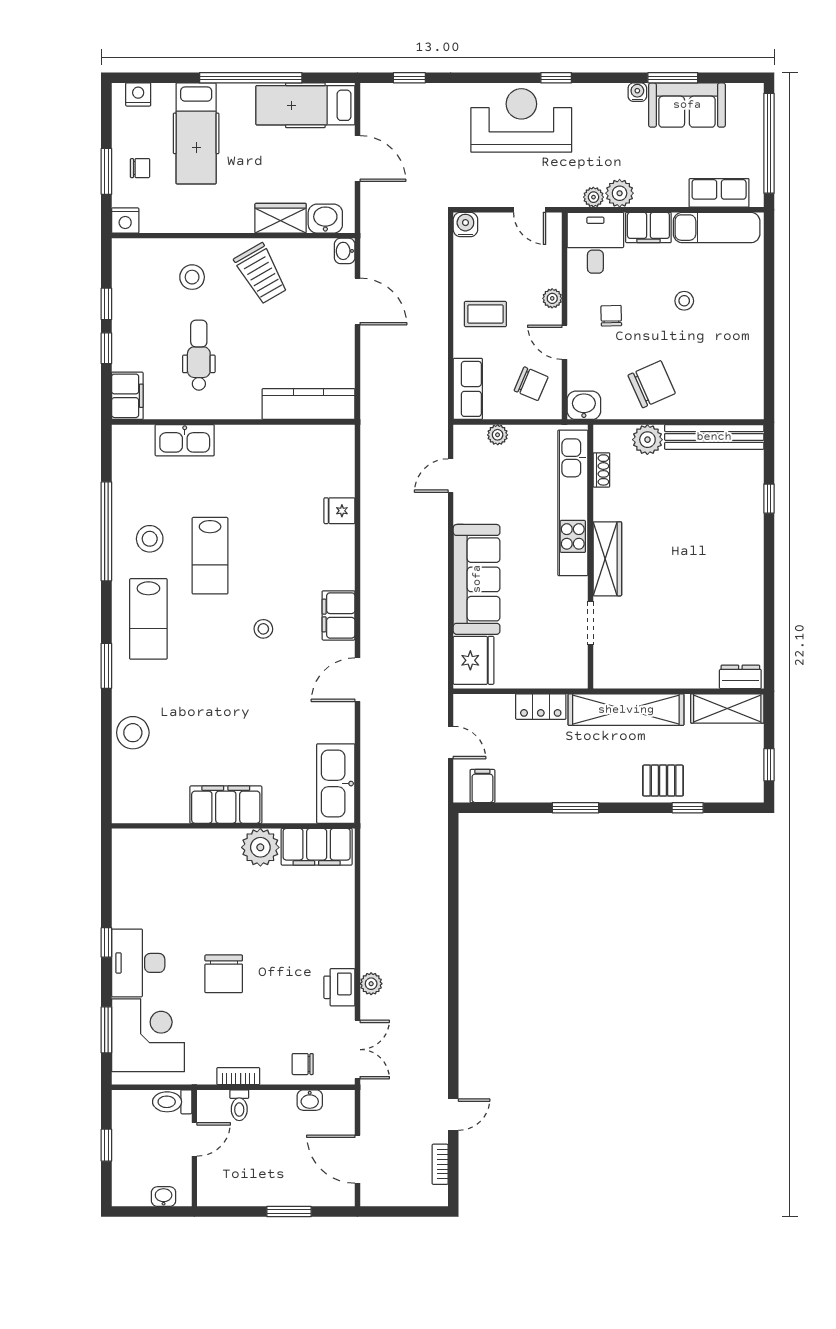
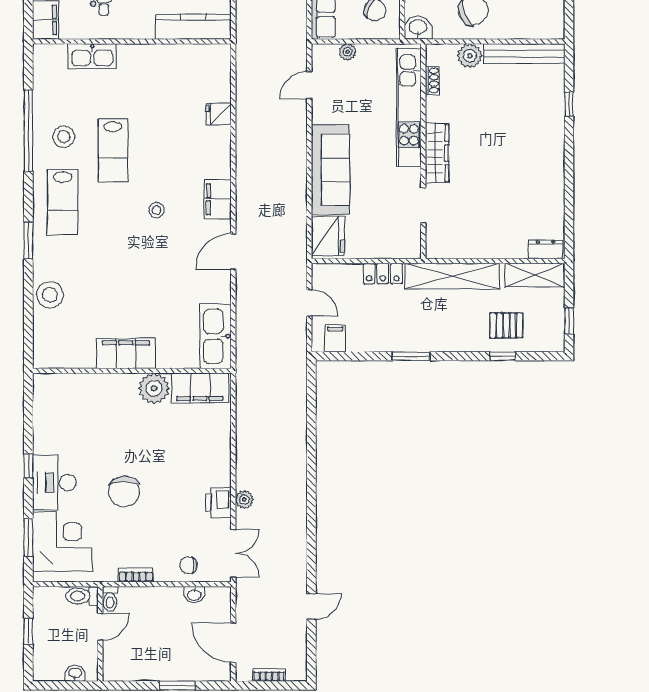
pallet: (663, 781) -> (506, 325), moved
toilet: (239, 1105) -> (110, 599), moved
bookcase: (440, 1164) -> (269, 675), moved, turned 90

